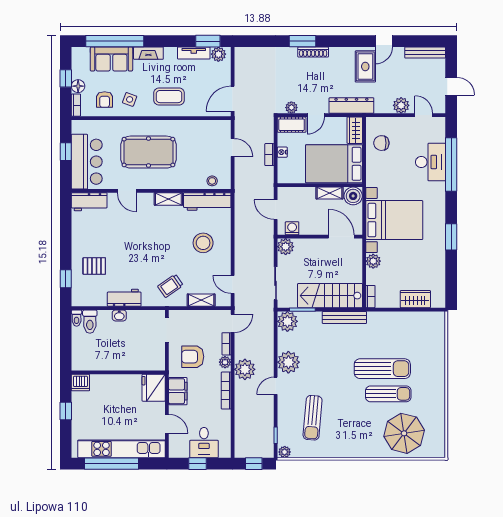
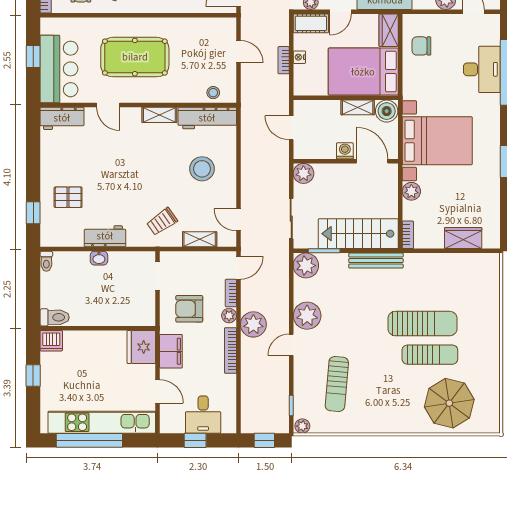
washing machine: (292, 228) -> (345, 151), moved
toilet: (90, 322) -> (55, 317), moved, turned -90

